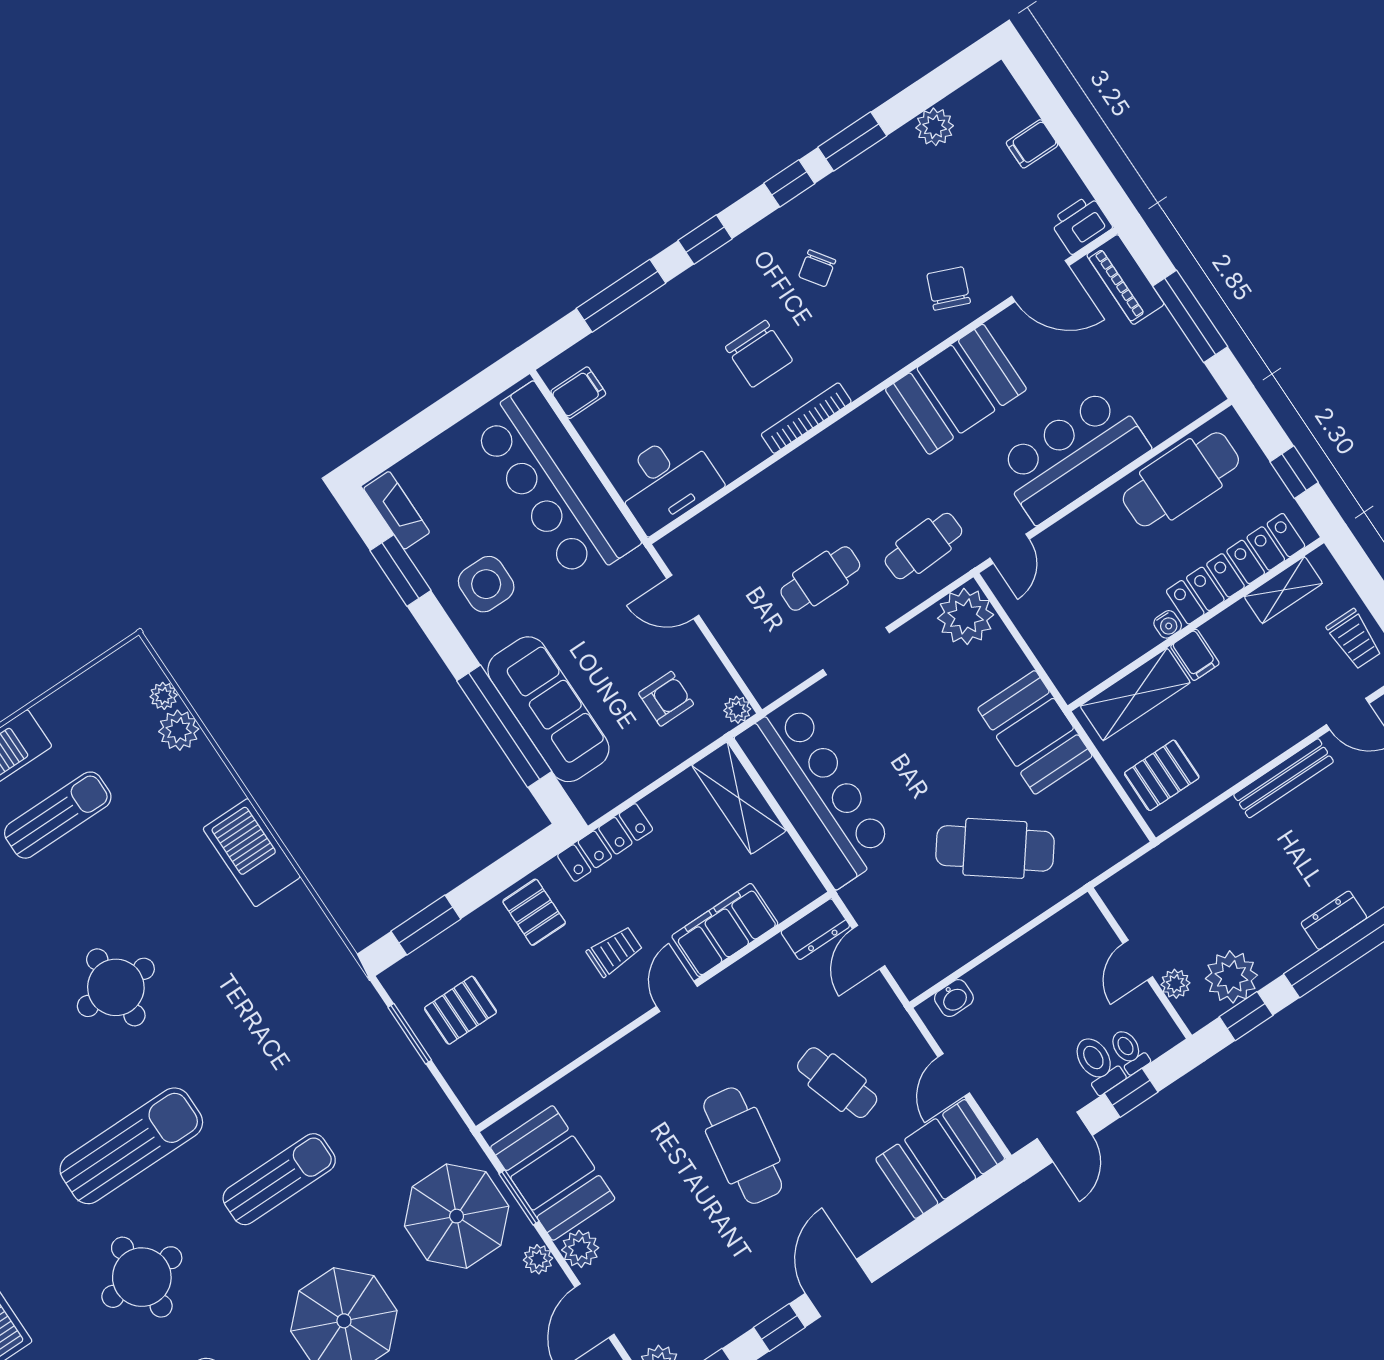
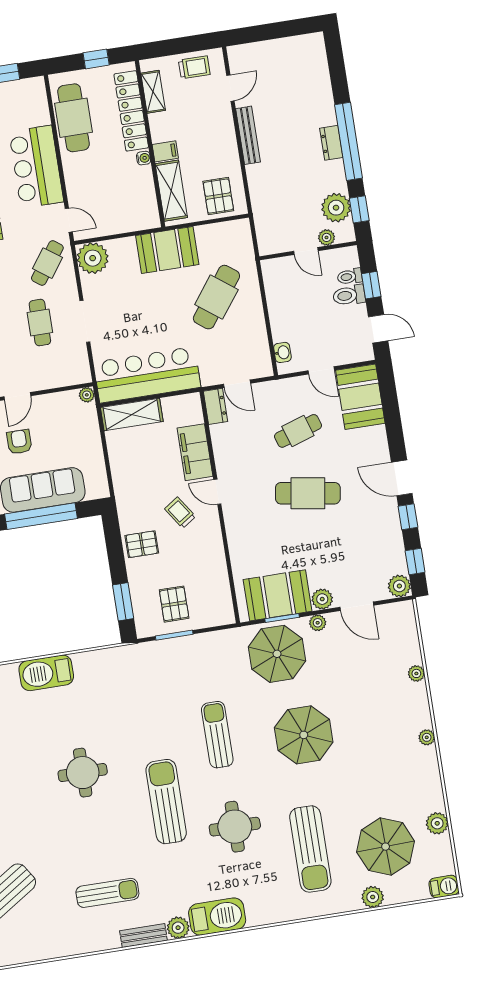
cafe table: (923, 546) -> (47, 263), turned 39
armchair: (666, 699) -> (19, 442), moved
locker: (605, 843) -> (123, 492), removed
trolley: (615, 951) -> (180, 513), turned -34

